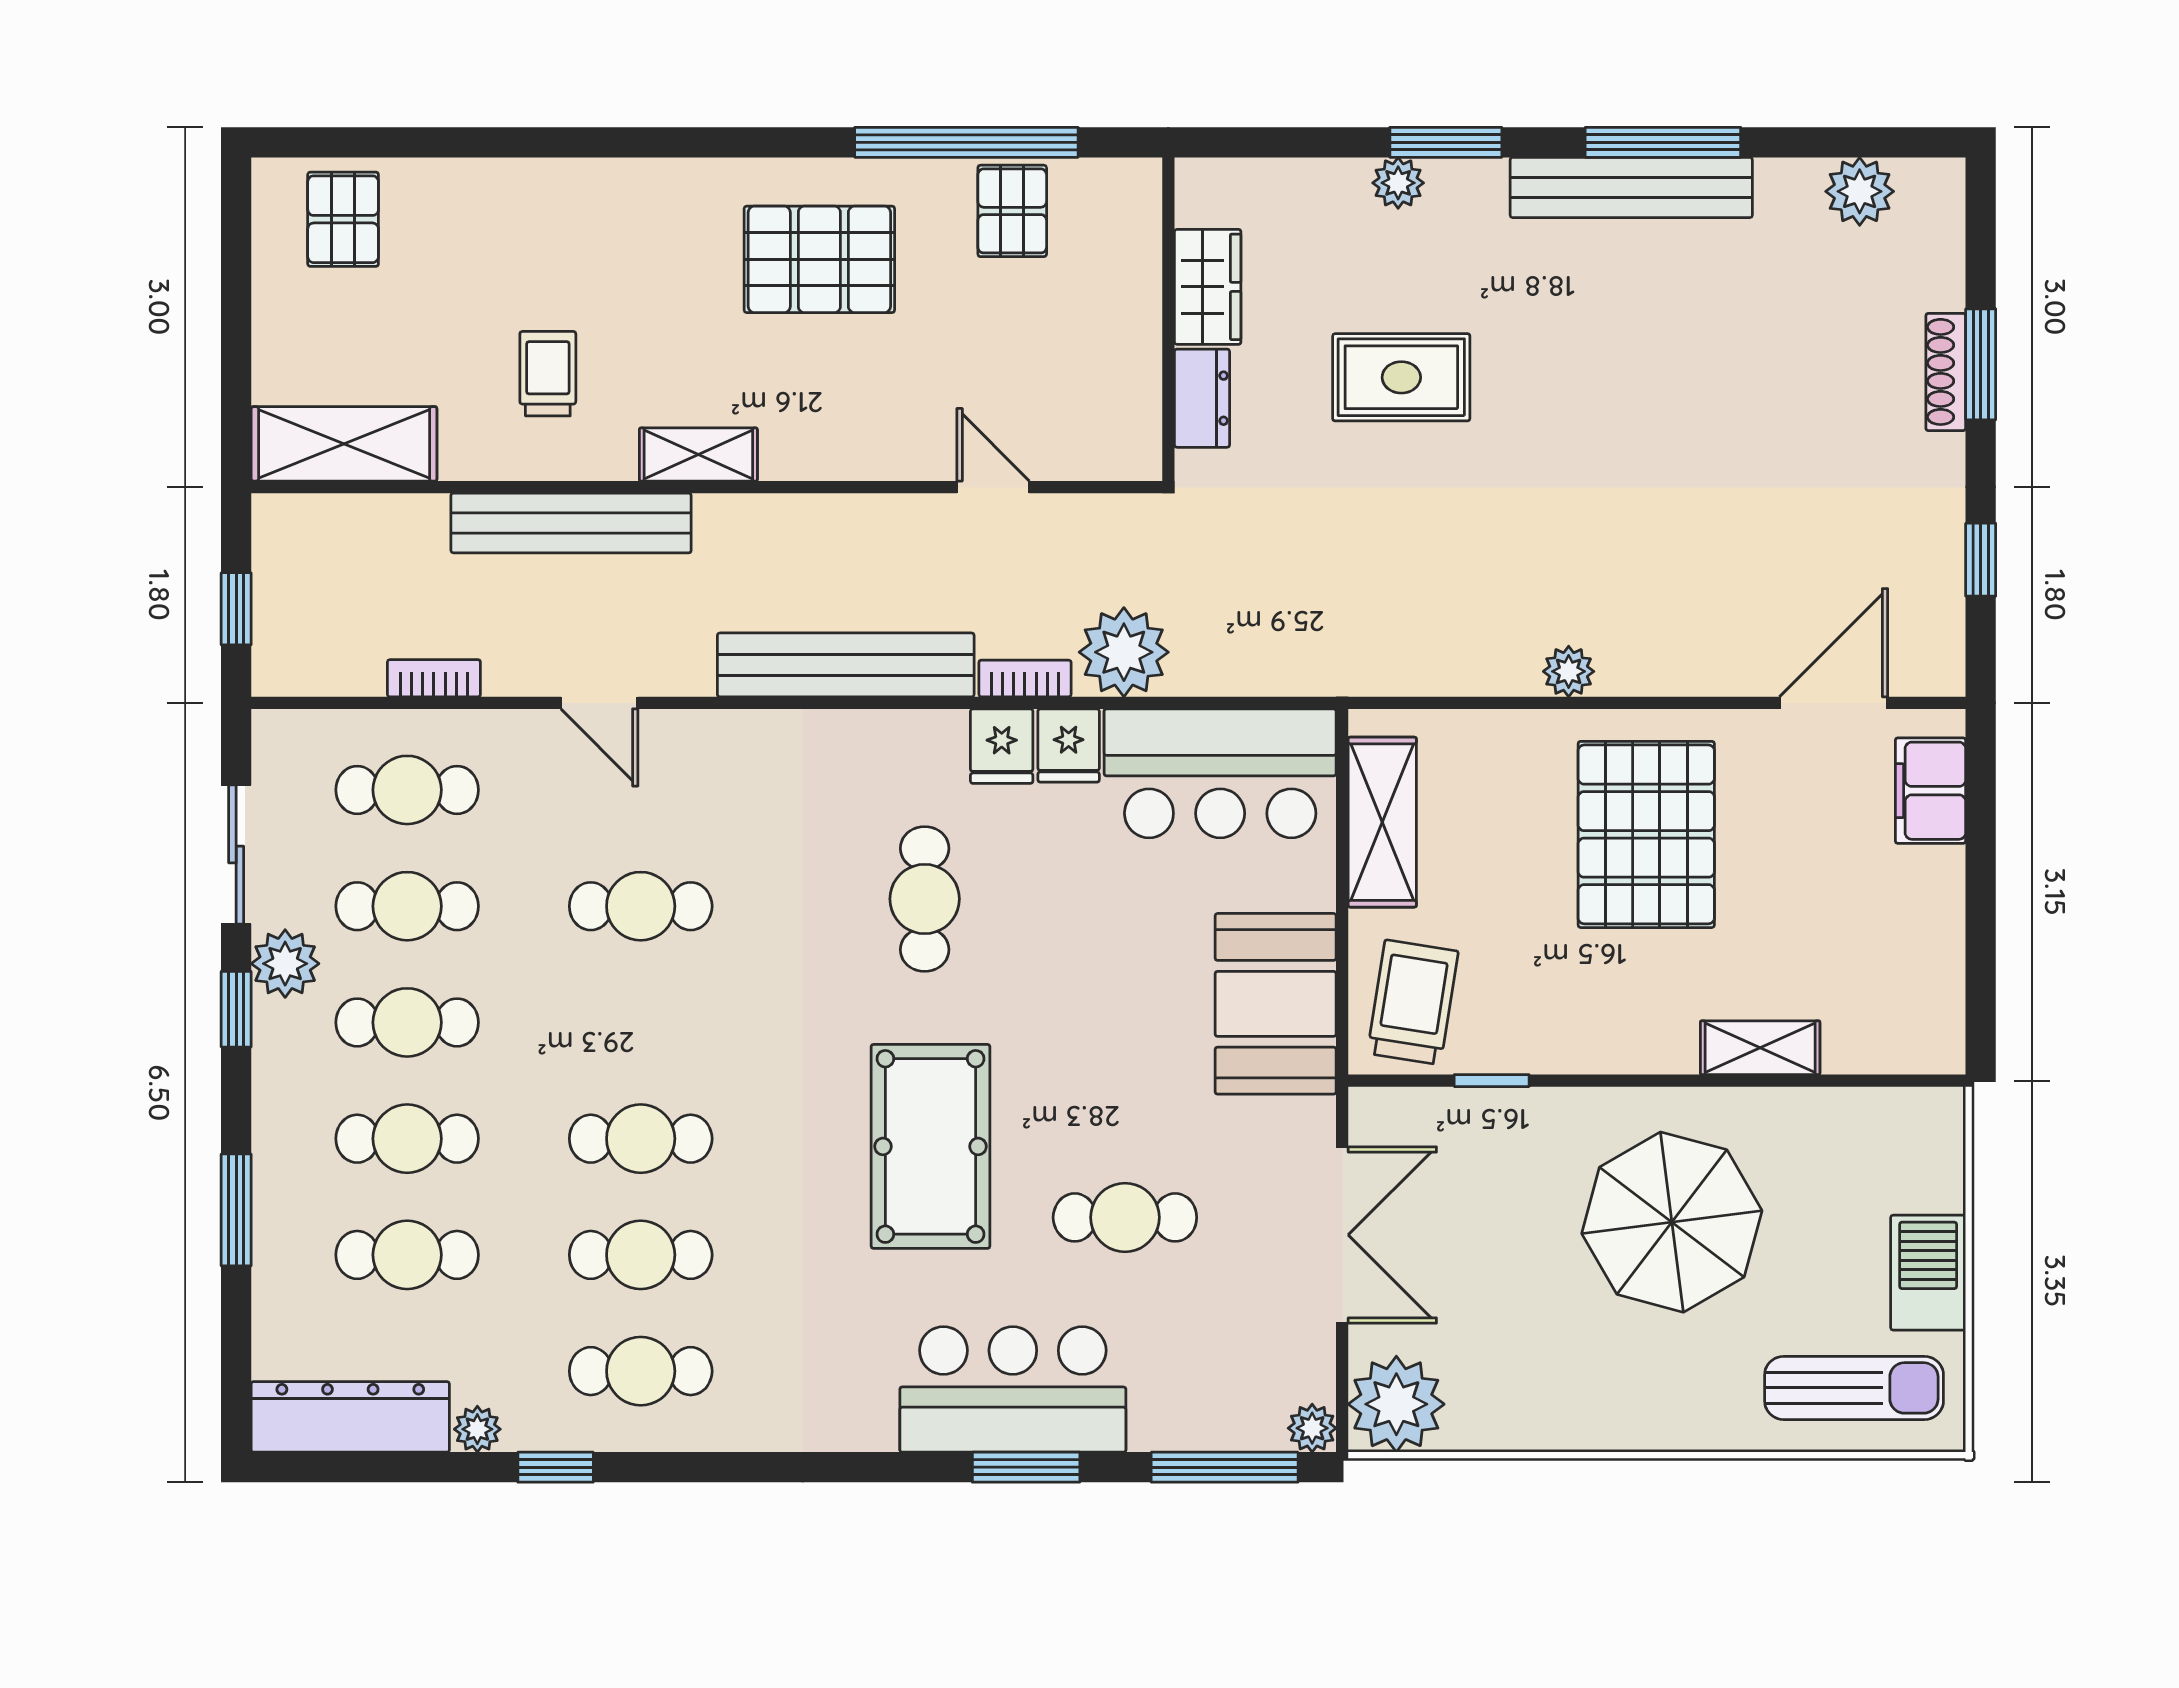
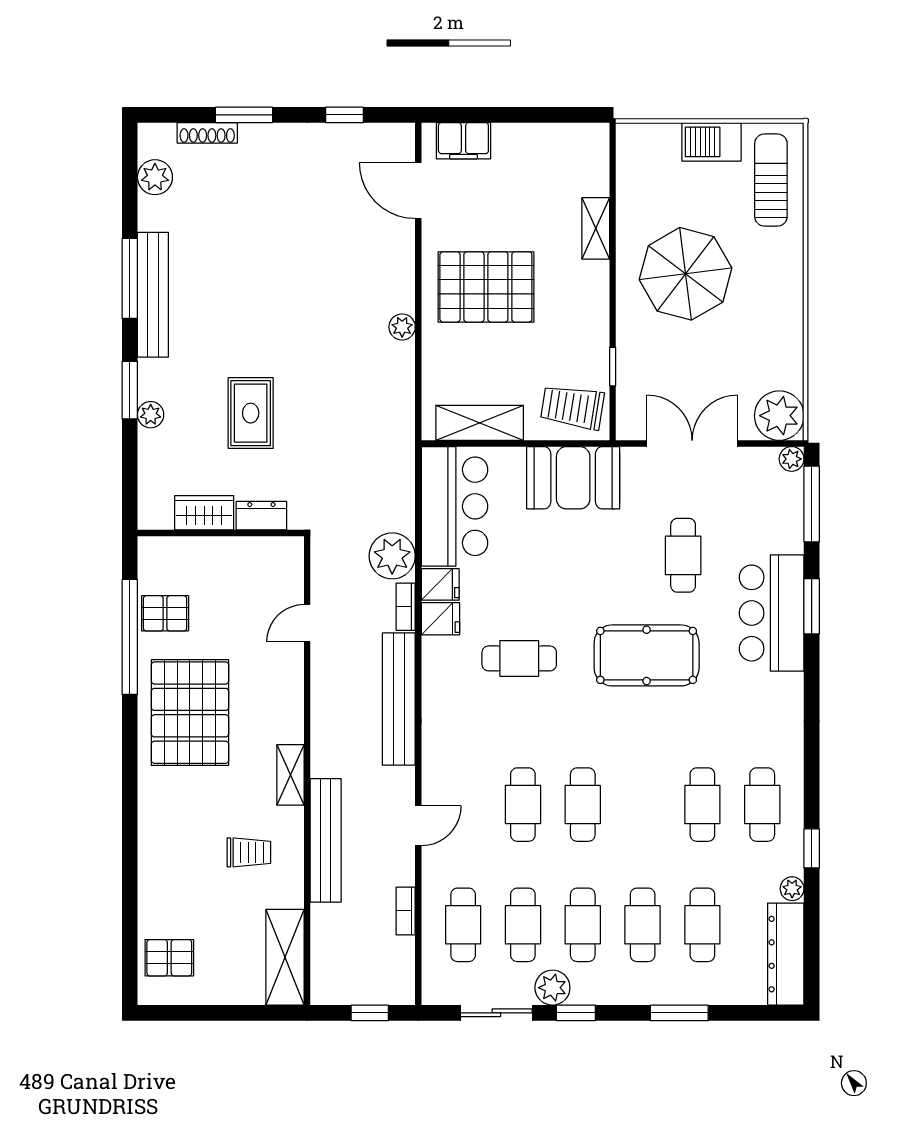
pallet: (819, 259) -> (190, 713), width x1.37, depth x1.41
shoe rack: (1946, 372) -> (207, 133), moved
trolley: (548, 374) -> (249, 852), turned 180
cafe table: (641, 1139) -> (583, 805), moved

